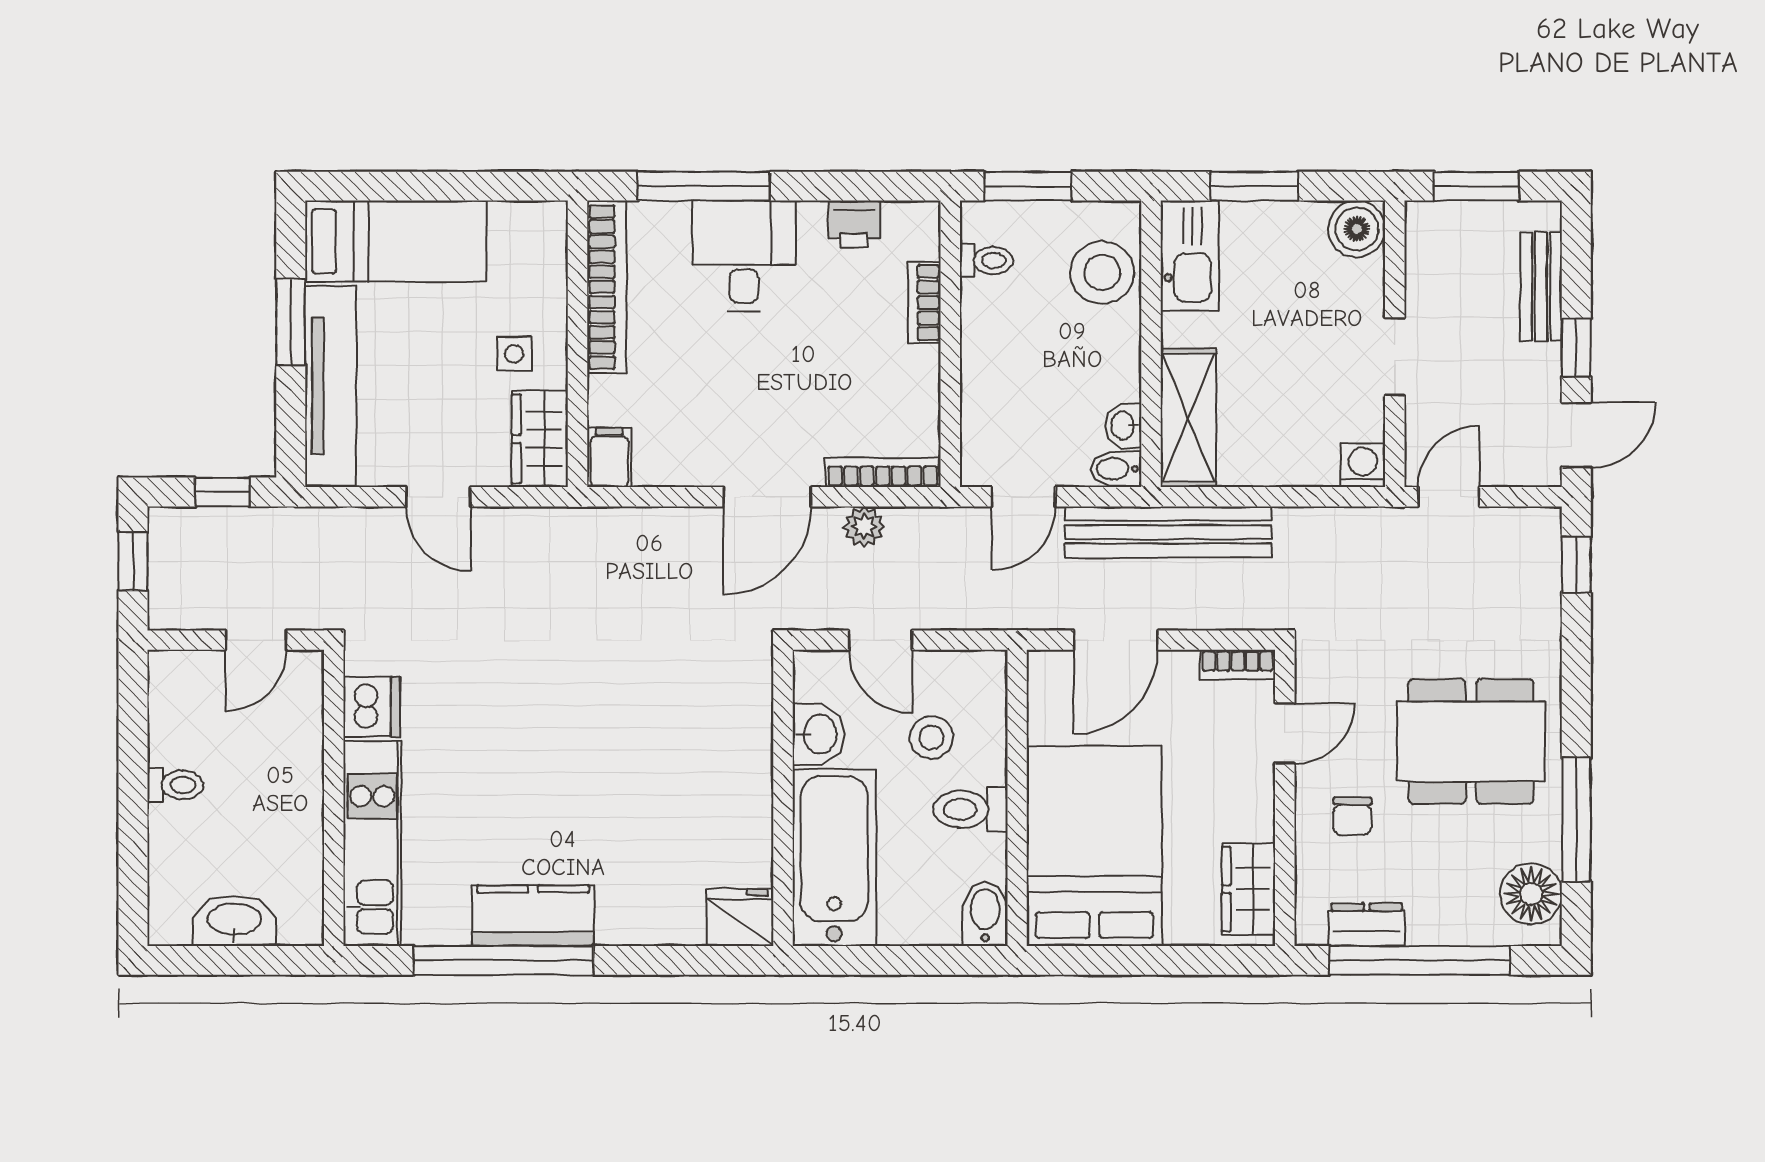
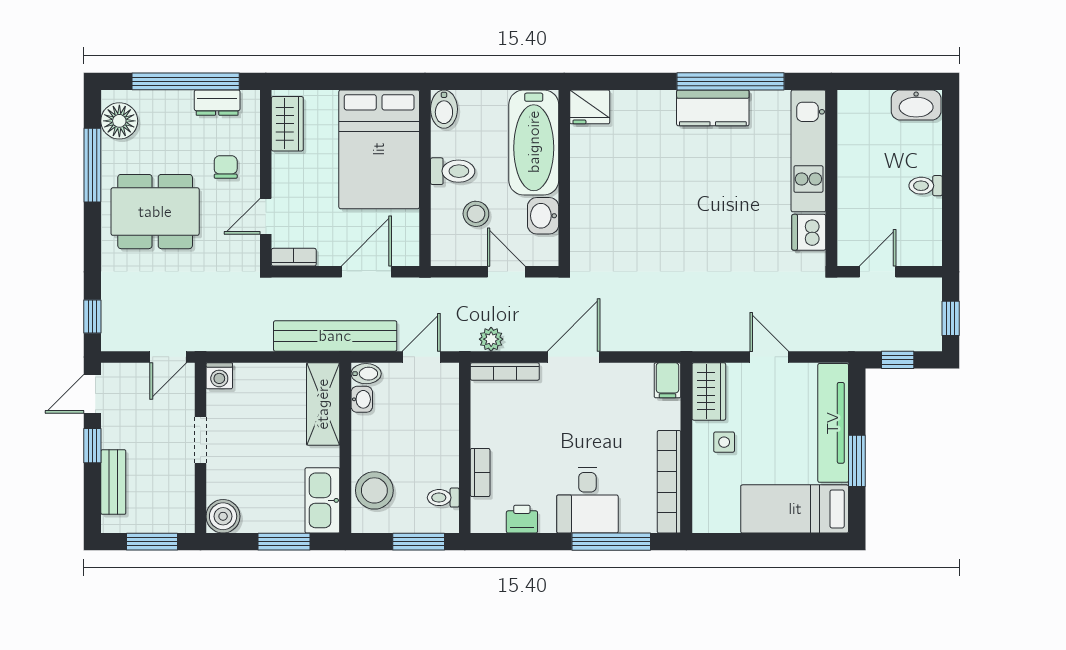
plant: (864, 527) -> (491, 339), moved
washbasin: (234, 921) -> (916, 105), moved

